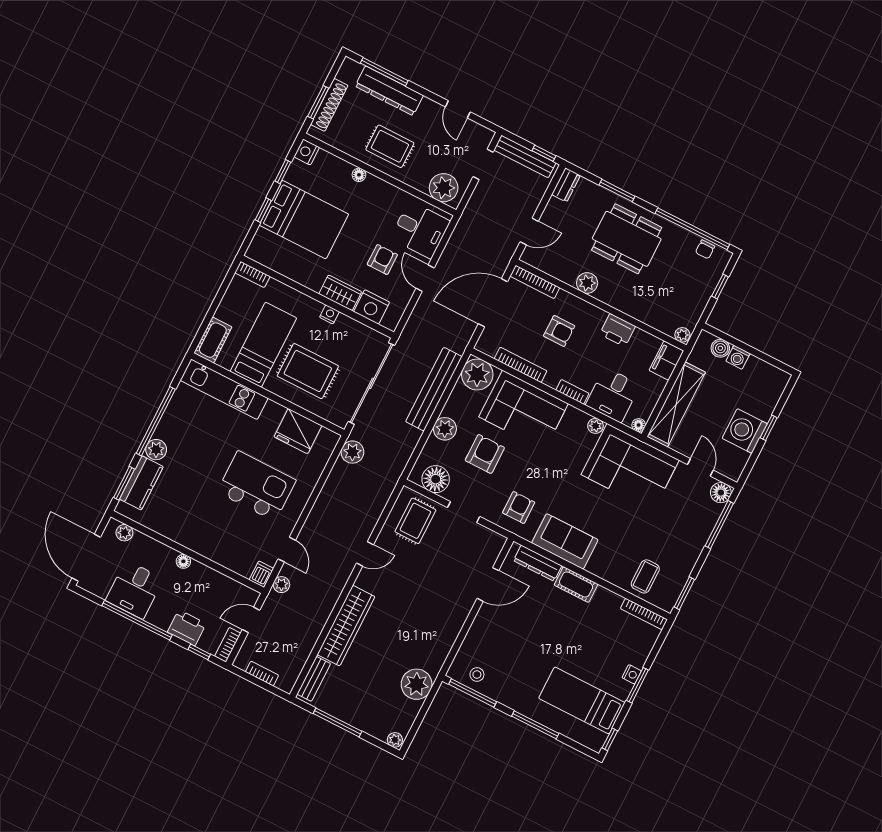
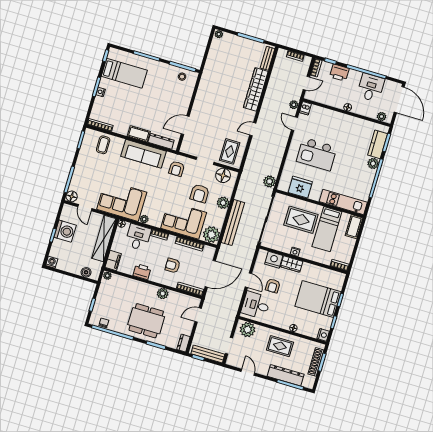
washing machine: (738, 357) -> (52, 262), moved
sofa: (565, 541) -> (144, 154), width x1.36
plant: (417, 684) -> (213, 66), removed

